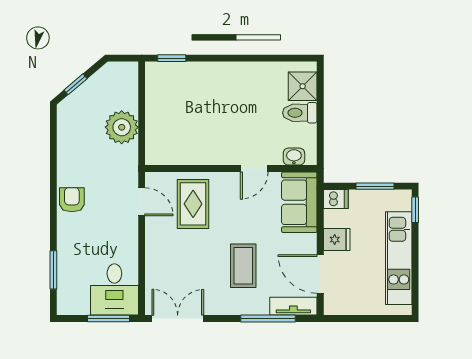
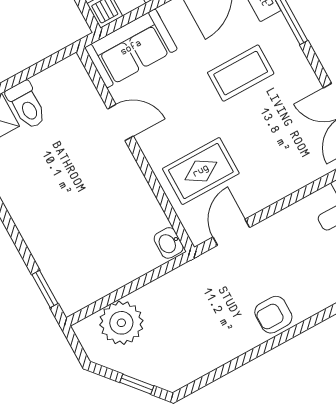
plant: (122, 127) -> (121, 323), moved
washbasin: (294, 157) -> (169, 243), moved

